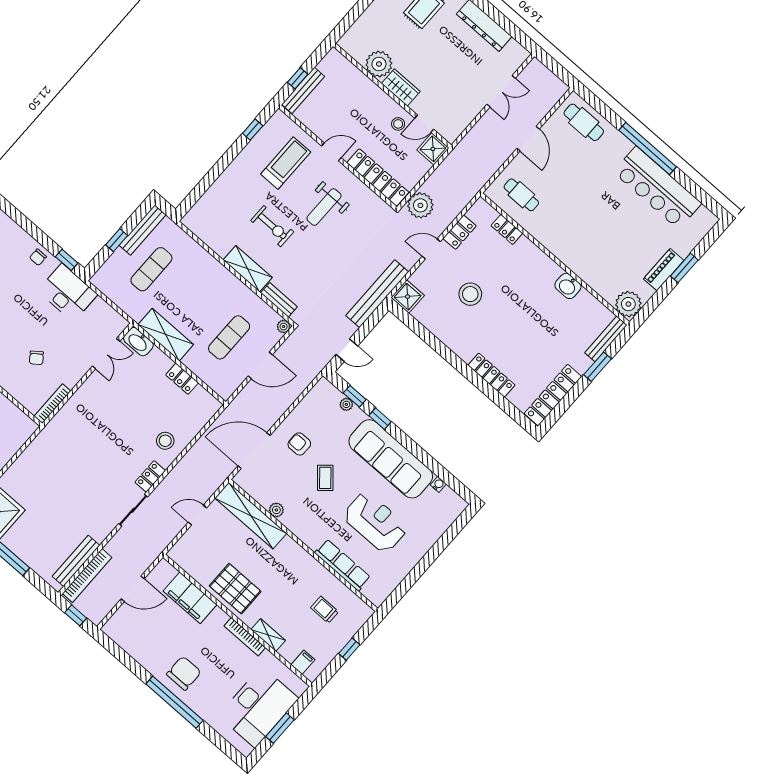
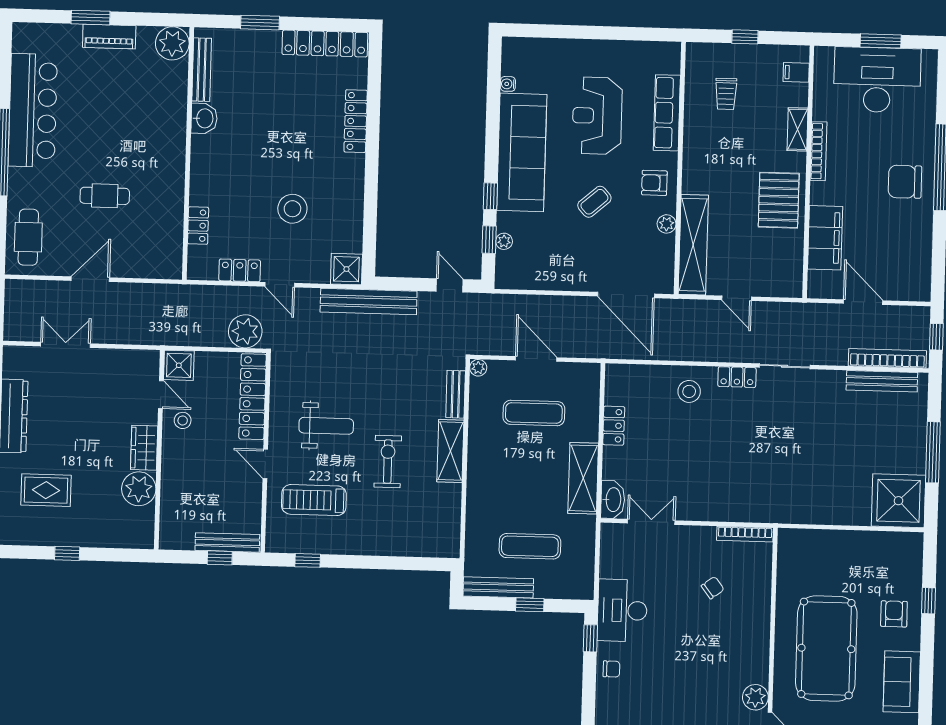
cafe table: (521, 195) -> (105, 196), moved, turned 90
bench: (606, 339) -> (202, 70), moved, turned 90
armchair: (299, 444) -> (654, 183), moved, turned 90

